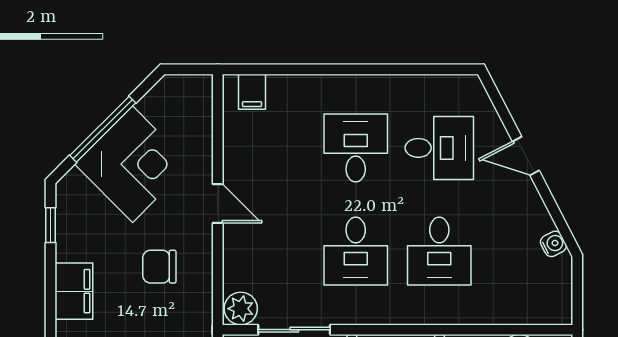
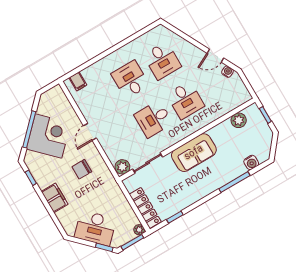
desk: (439, 148) -> (162, 61), turned 90
door: (526, 156) -> (215, 56), moved
door: (218, 203) -> (90, 132), swing flipped
desk: (356, 251) -> (153, 119), turned 90

